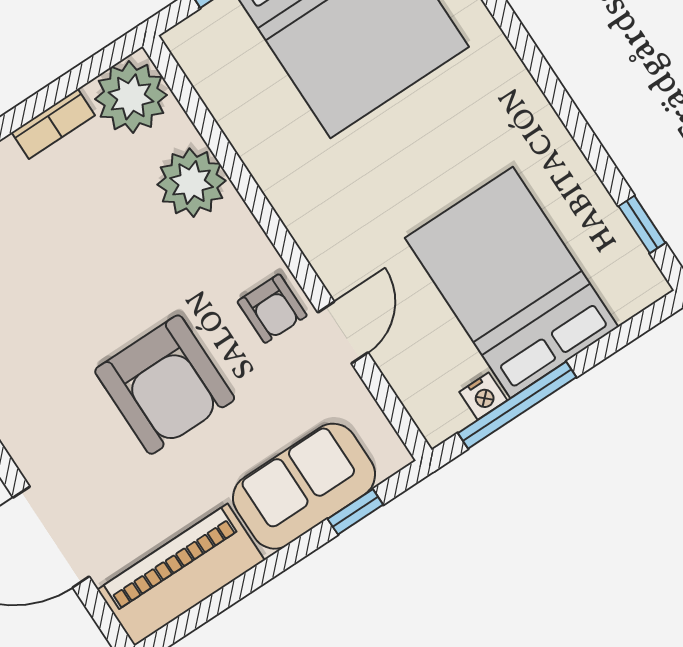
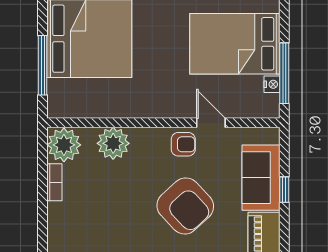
armchair: (165, 385) -> (185, 206), turned 47
window: (355, 512) -> (284, 190), moved

